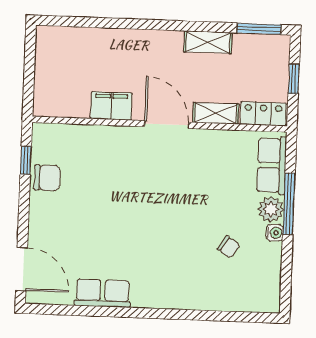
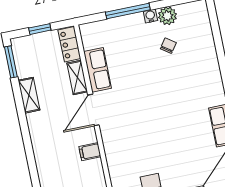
filing cabinet: (111, 106) -> (90, 152), width x0.50
row of seats: (272, 165) -> (97, 70), moved, turned -90
plant: (271, 209) -> (167, 16), moved

